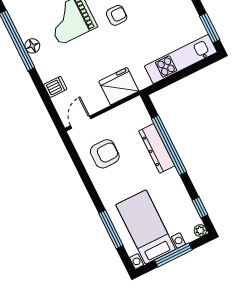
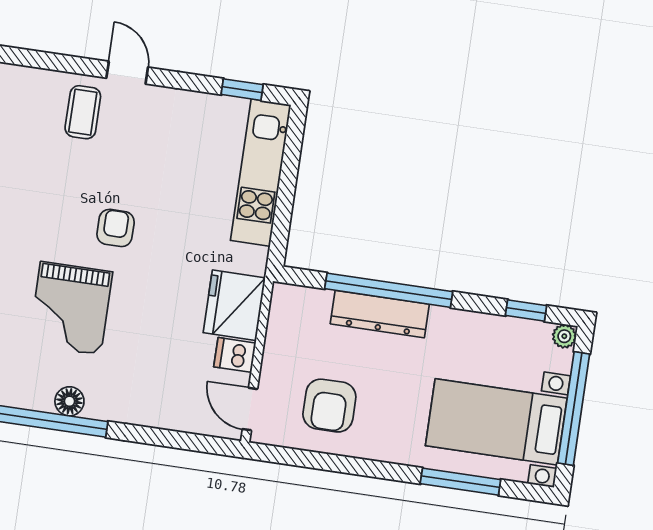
window: (210, 28) -> (242, 90), width x0.67
dishwasher: (55, 87) -> (235, 355), moved, turned -90
armchair: (105, 154) -> (329, 406), turned 180
window: (173, 255) -> (574, 408), width x1.46

